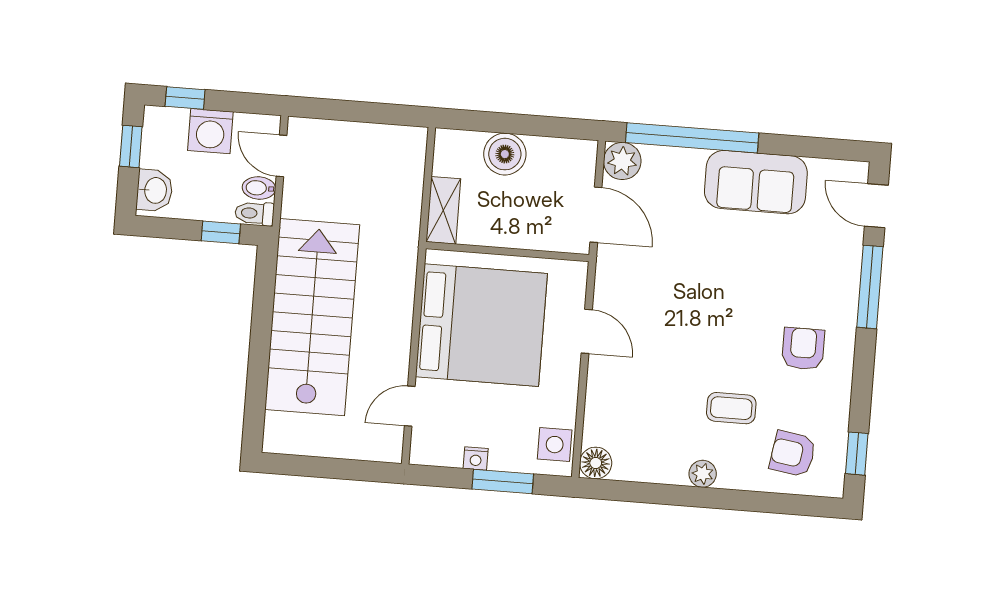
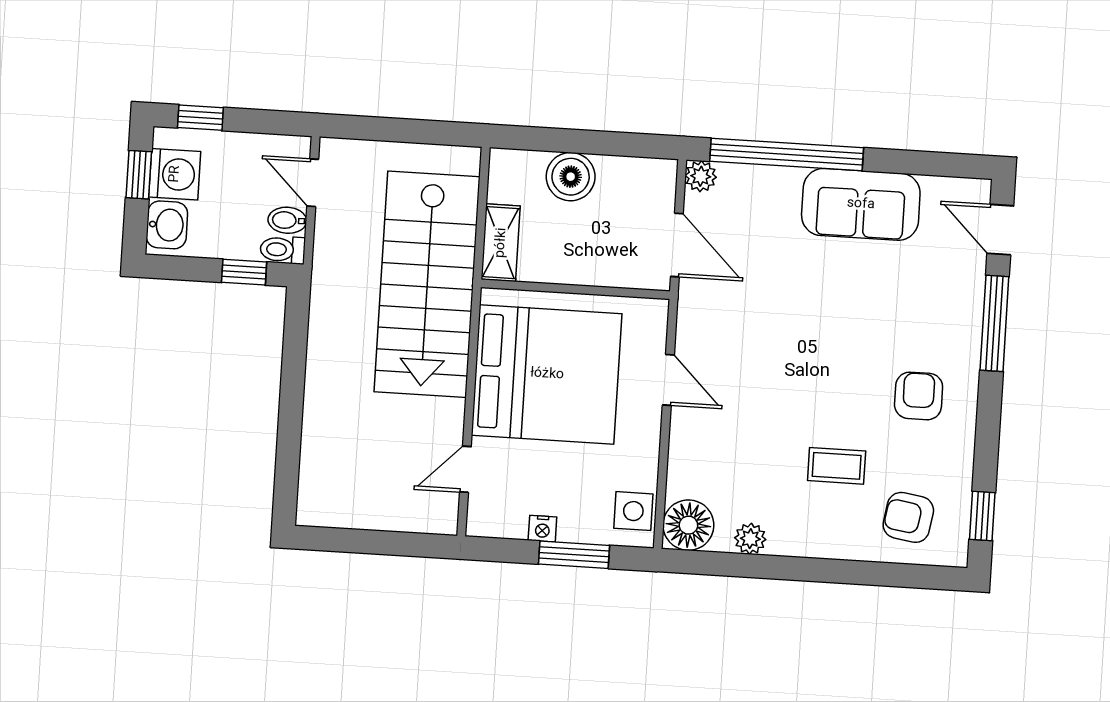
washing machine: (210, 131) -> (175, 174), moved, turned -90
plant: (622, 161) -> (701, 176), width x0.73, depth x0.73
stairs: (312, 317) -> (427, 284), moved, turned 180
floor lamp: (596, 463) -> (688, 525), width x1.38, depth x1.38
plant: (703, 474) -> (750, 539), moved

